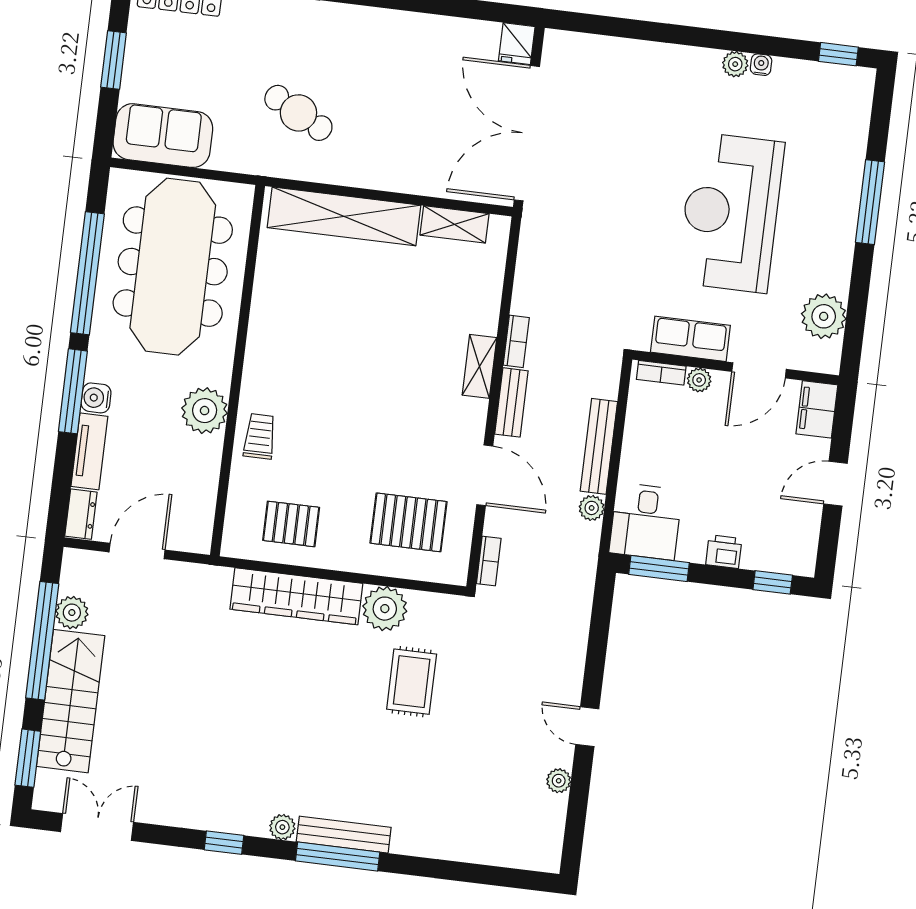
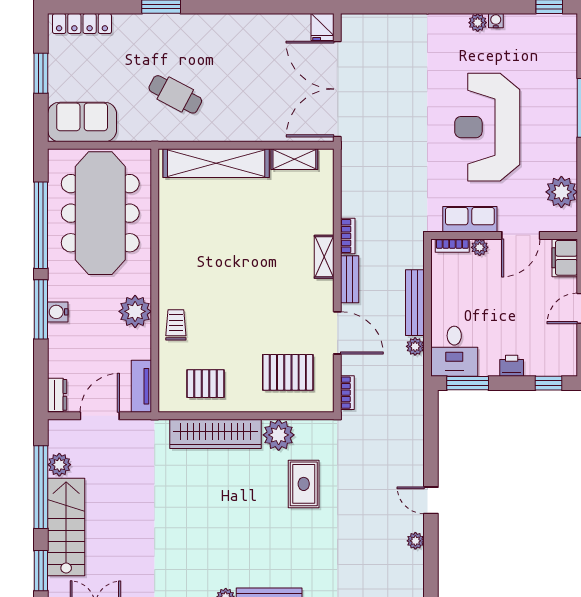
tv unit: (89, 451) -> (141, 386), moved, turned 180

